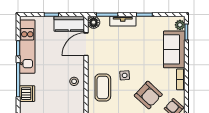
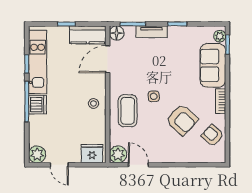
dishwasher: (27, 94) -> (37, 105), moved

